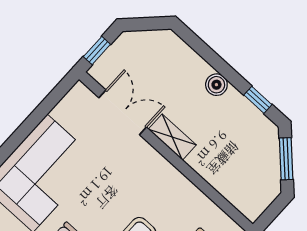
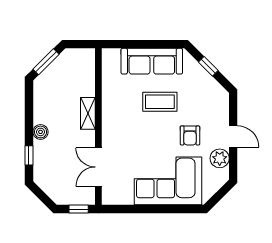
window: (258, 100) -> (29, 155), moved
shelving: (172, 137) -> (88, 113), moved

